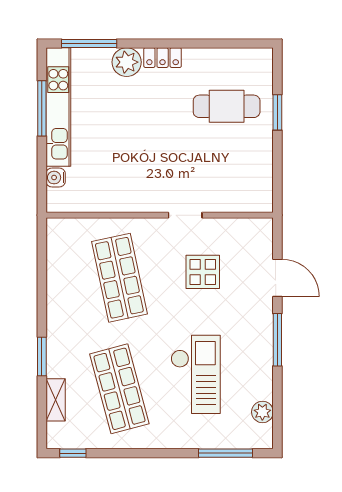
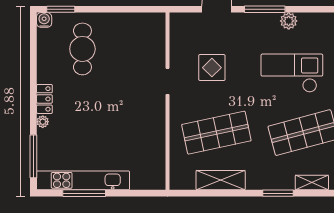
plant: (127, 62) -> (43, 122), width x0.53, depth x0.53
window: (277, 112) -> (61, 9), moved
water cooler: (56, 178) -> (44, 20), moved, turned 180
shelving: (59, 283) -> (221, 180), added
plant: (262, 412) -> (289, 21), moved

